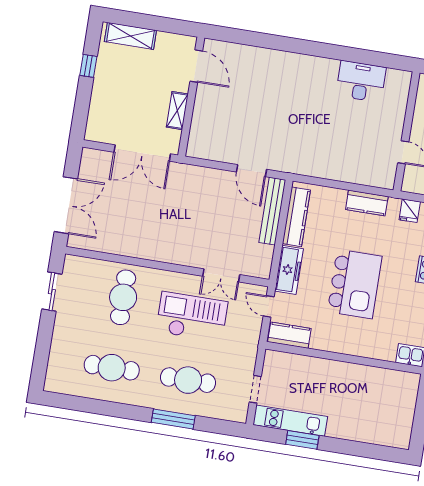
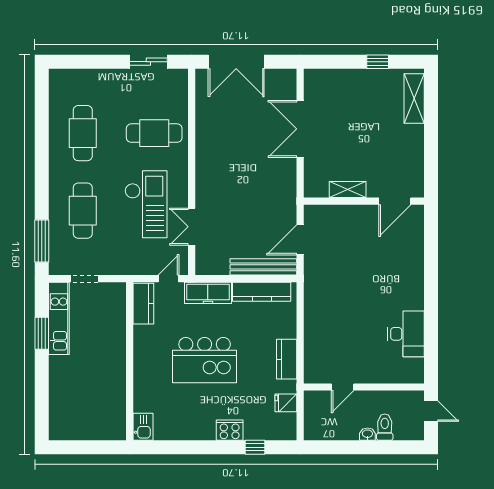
door: (196, 66) -> (395, 201), moved
wall: (191, 97) -> (364, 201), moved
shelving: (177, 111) -> (348, 189), moved
window: (173, 419) -> (42, 241), moved

